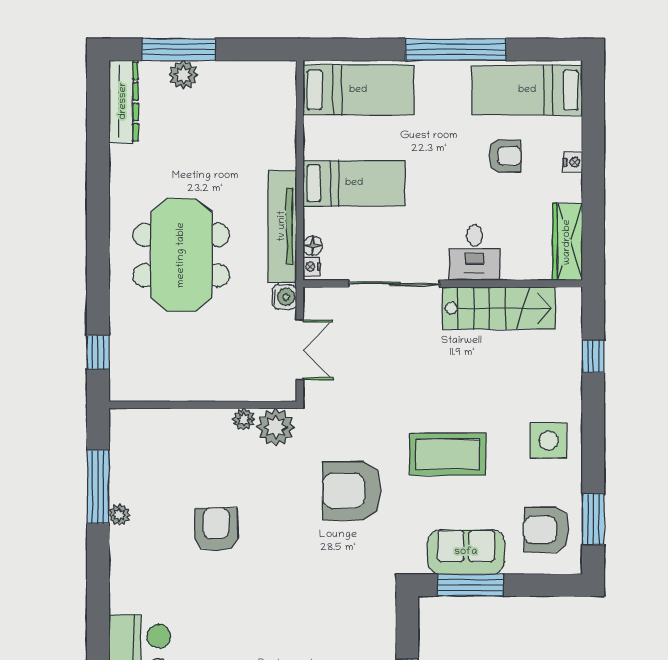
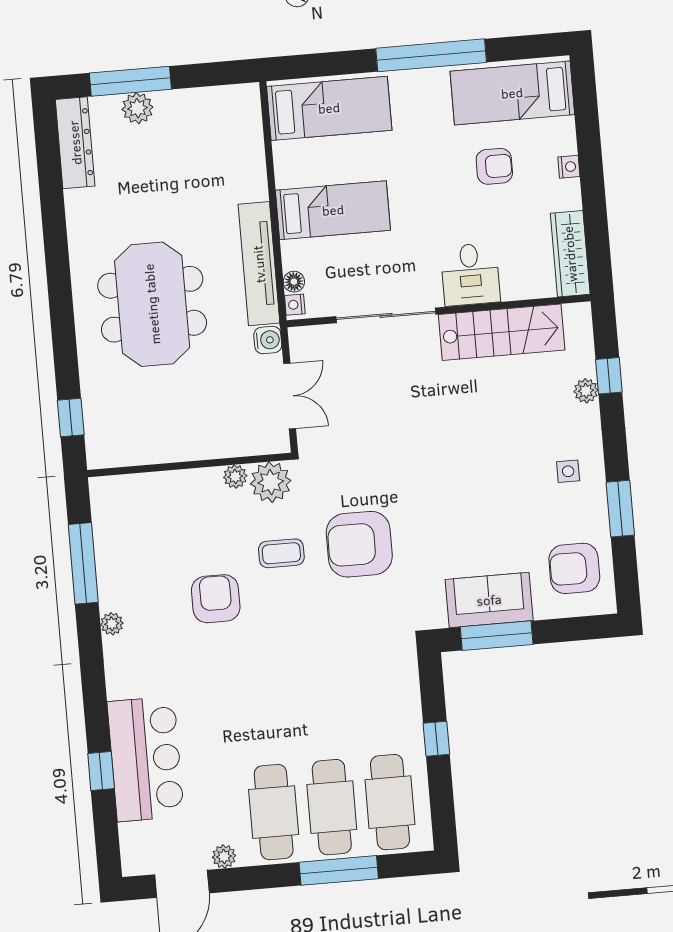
plant: (571, 368) -> (586, 391), added
side table: (548, 440) -> (568, 471), width x0.54, depth x0.54
coffee table: (448, 454) -> (281, 553), moved, width x0.54, depth x0.58
plant: (119, 515) -> (112, 624), moved
window: (593, 519) -> (620, 509), moved

